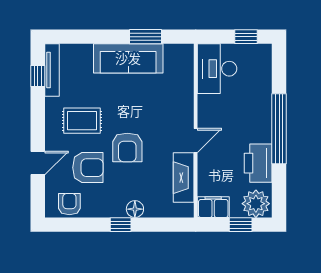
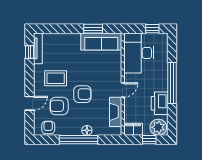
sofa: (128, 58) -> (101, 42), moved
desk: (217, 69) -> (139, 53), width x1.36, depth x1.30
armchair: (127, 147) -> (82, 94), turned -90
armchair: (88, 168) -> (59, 106), turned 180
window: (121, 225) -> (78, 140), width x3.17

